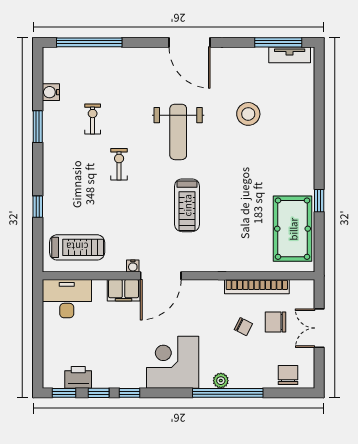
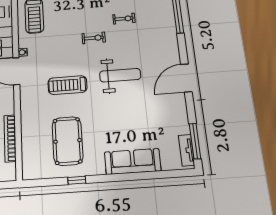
stool: (248, 114) -> (138, 123), removed
sofa: (300, 126) -> (133, 161), added
weight bench: (178, 132) -> (120, 75), turned 180
pool table: (293, 229) -> (67, 141), moved, turned 90

